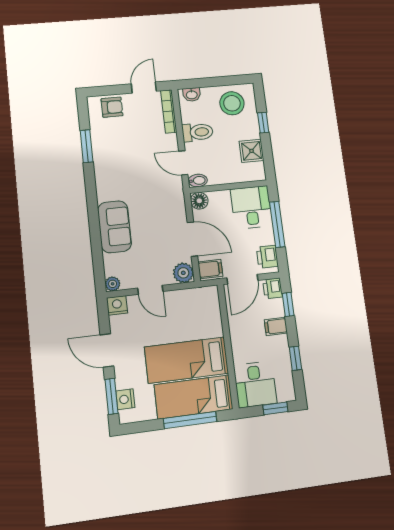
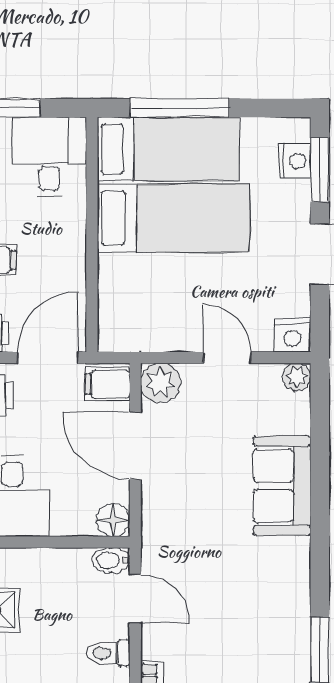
toilet: (198, 132) -> (108, 653), width x0.73, depth x0.72

